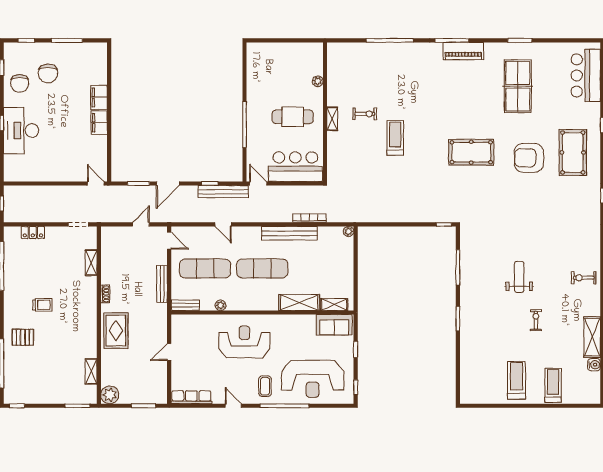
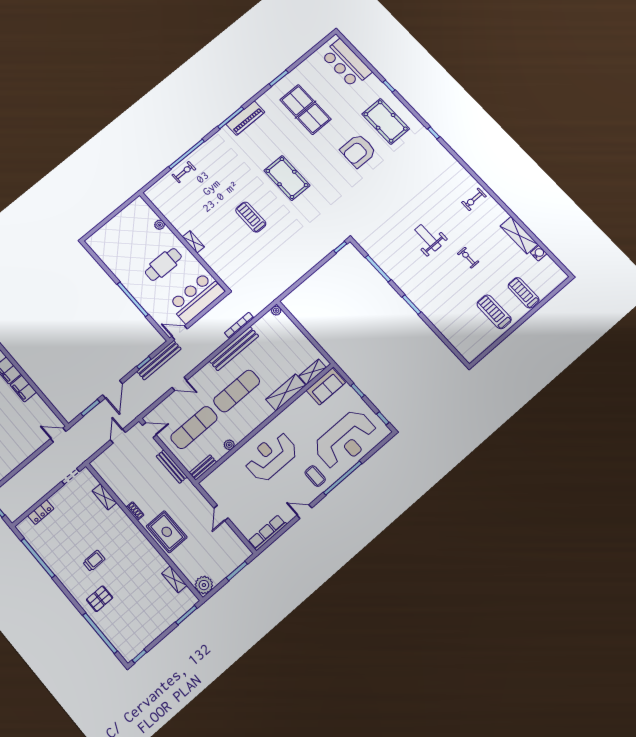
exercise bike: (365, 114) -> (184, 172), moved
pool table: (471, 152) -> (287, 178), moved, turned 90

